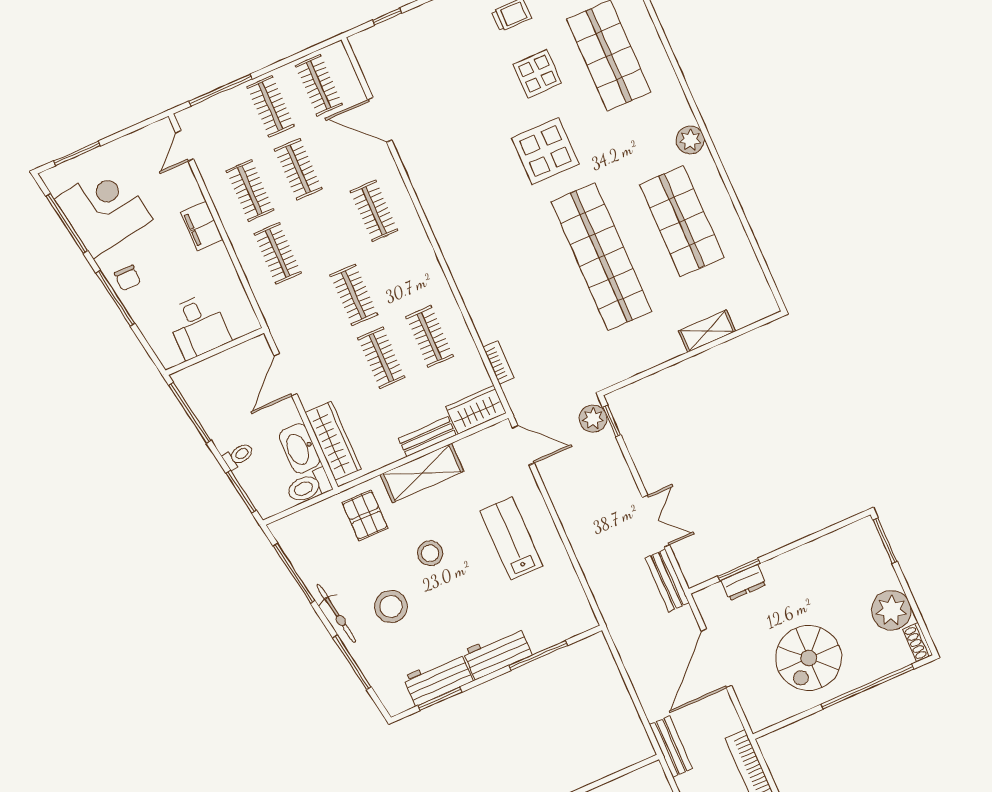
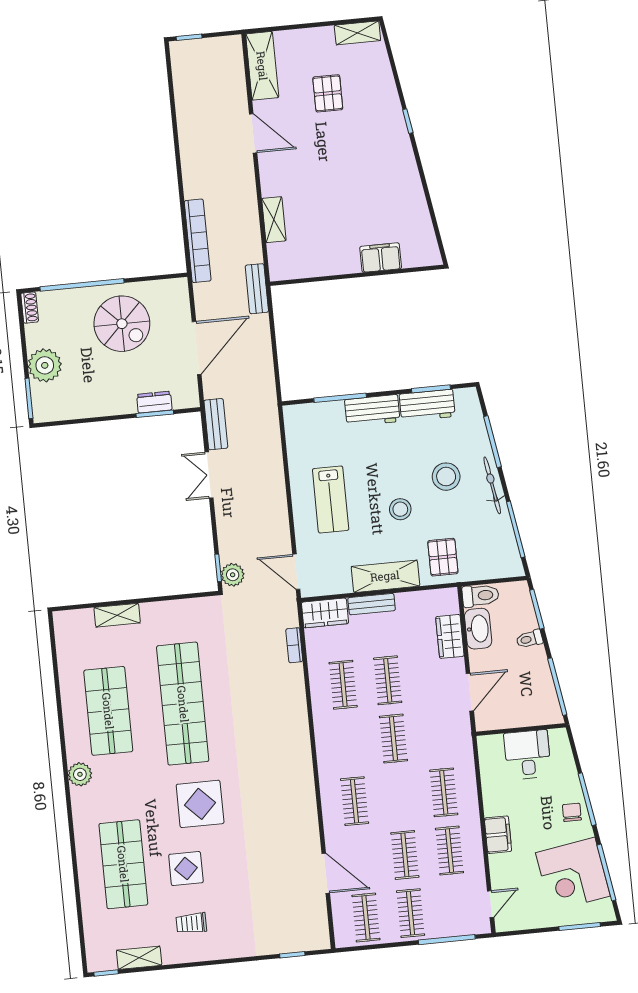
wardrobe: (333, 441) -> (450, 636), width x0.67
plant: (891, 610) -> (45, 365), moved
spiral stairs: (809, 658) -> (122, 324), turned 90

